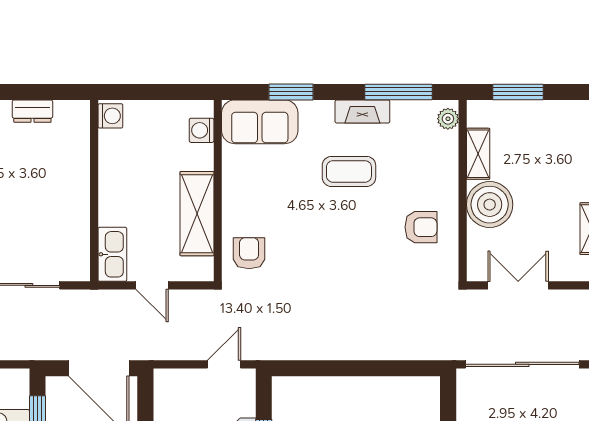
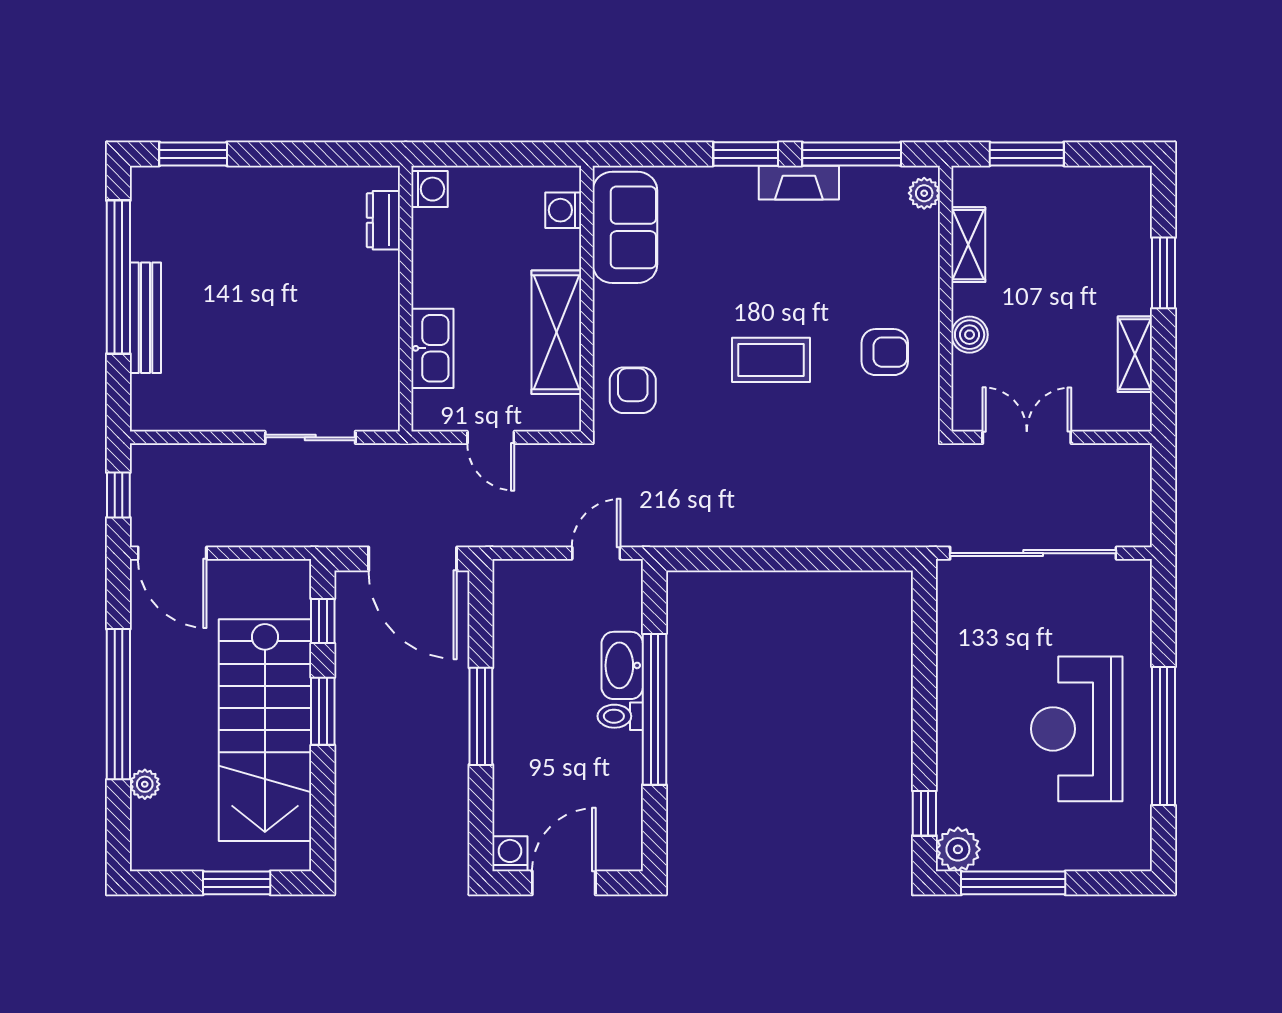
window: (291, 92) -> (746, 154), moved
dresser: (32, 111) -> (383, 220), moved, turned 90
sofa: (260, 122) -> (625, 227), moved, turned -90
coffee table: (349, 171) -> (771, 360), moved
boiler: (490, 205) -> (970, 335), width x0.54, depth x0.54
kitchen sink: (112, 254) -> (432, 348), moved

